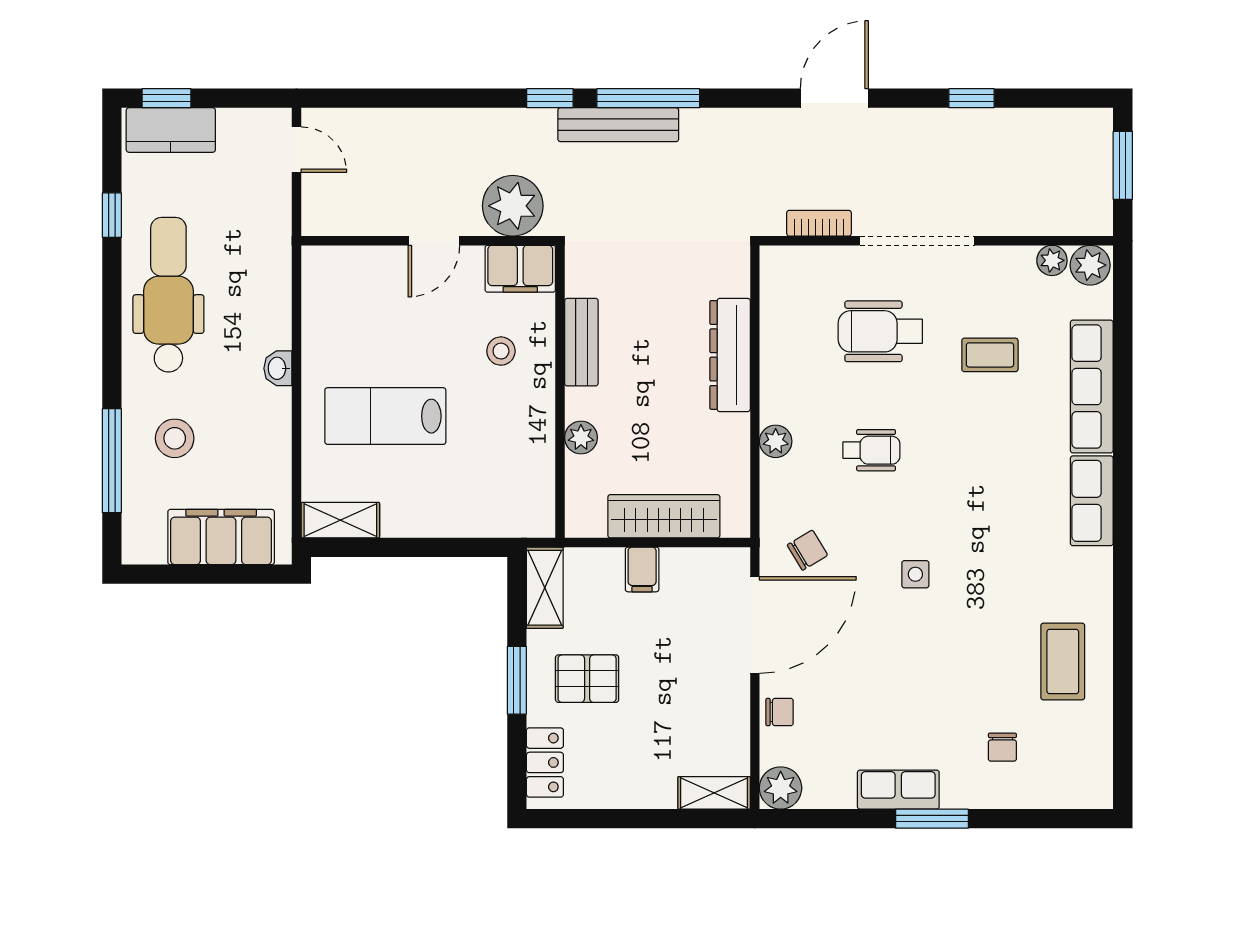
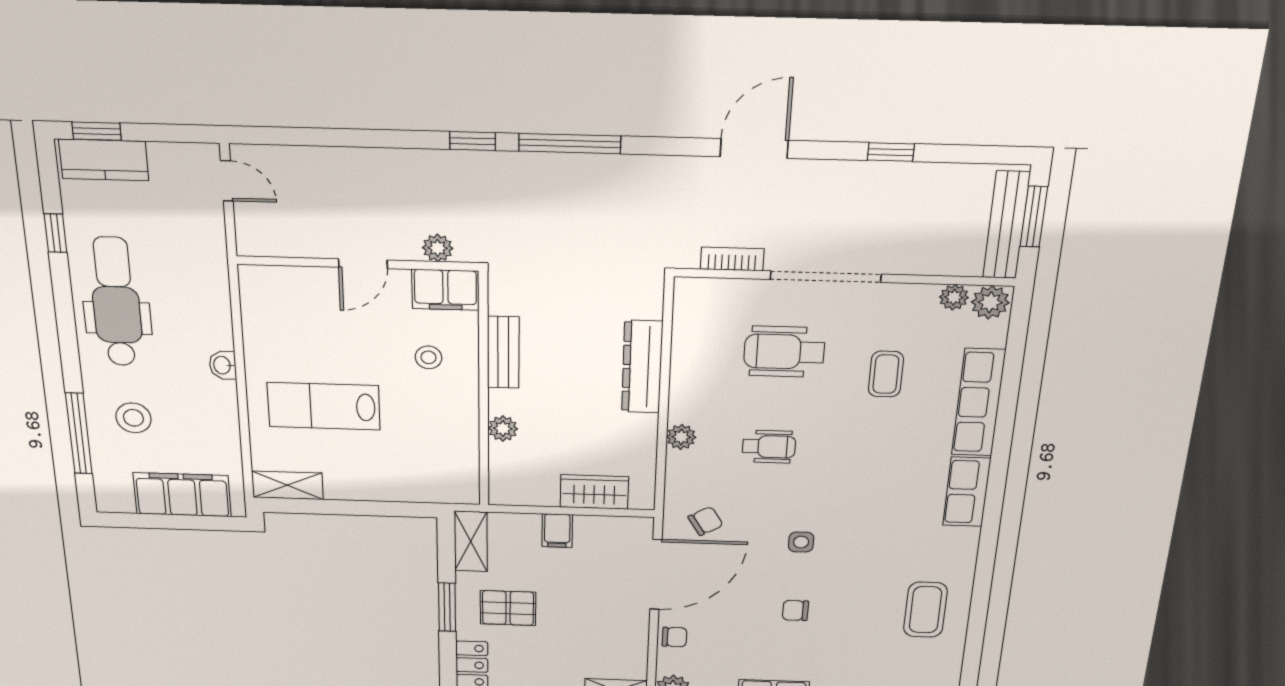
bench: (618, 125) -> (1006, 225), moved, turned 90
plant: (513, 206) -> (438, 248), width x0.53, depth x0.53
coffee table: (990, 355) -> (886, 374), turned 90
wardrobe: (664, 516) -> (594, 492), width x0.67
chair: (1002, 747) -> (795, 610), moved, turned 90

